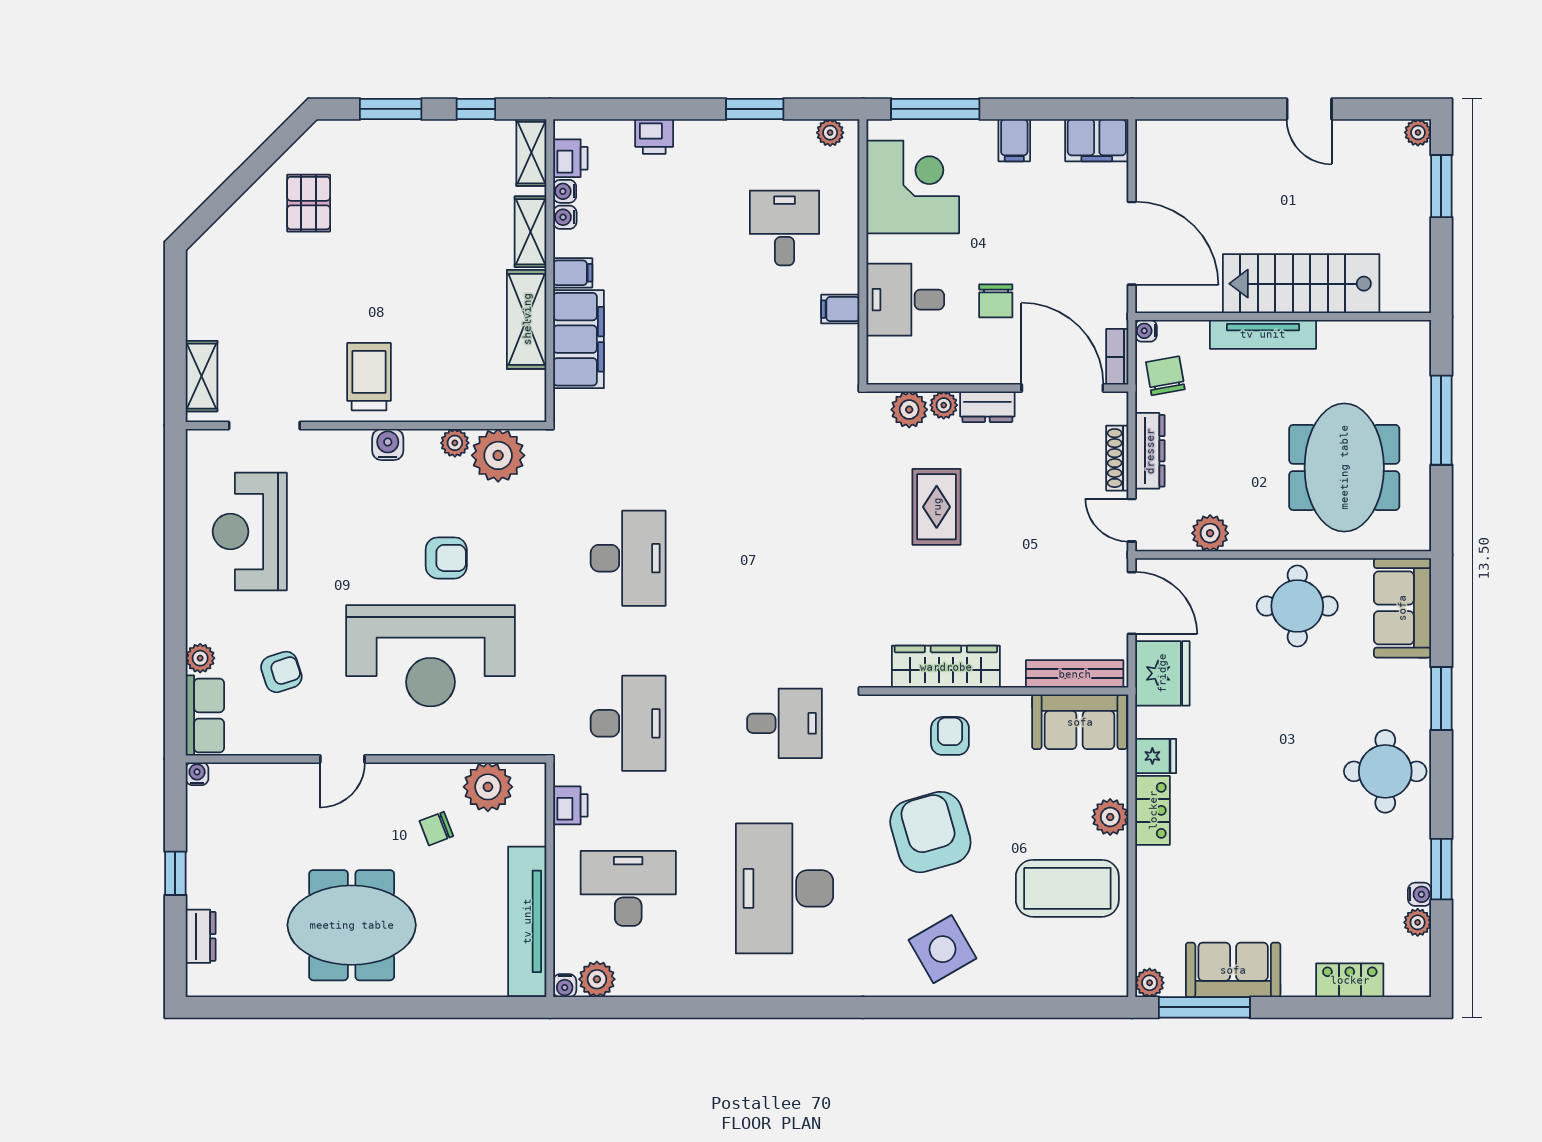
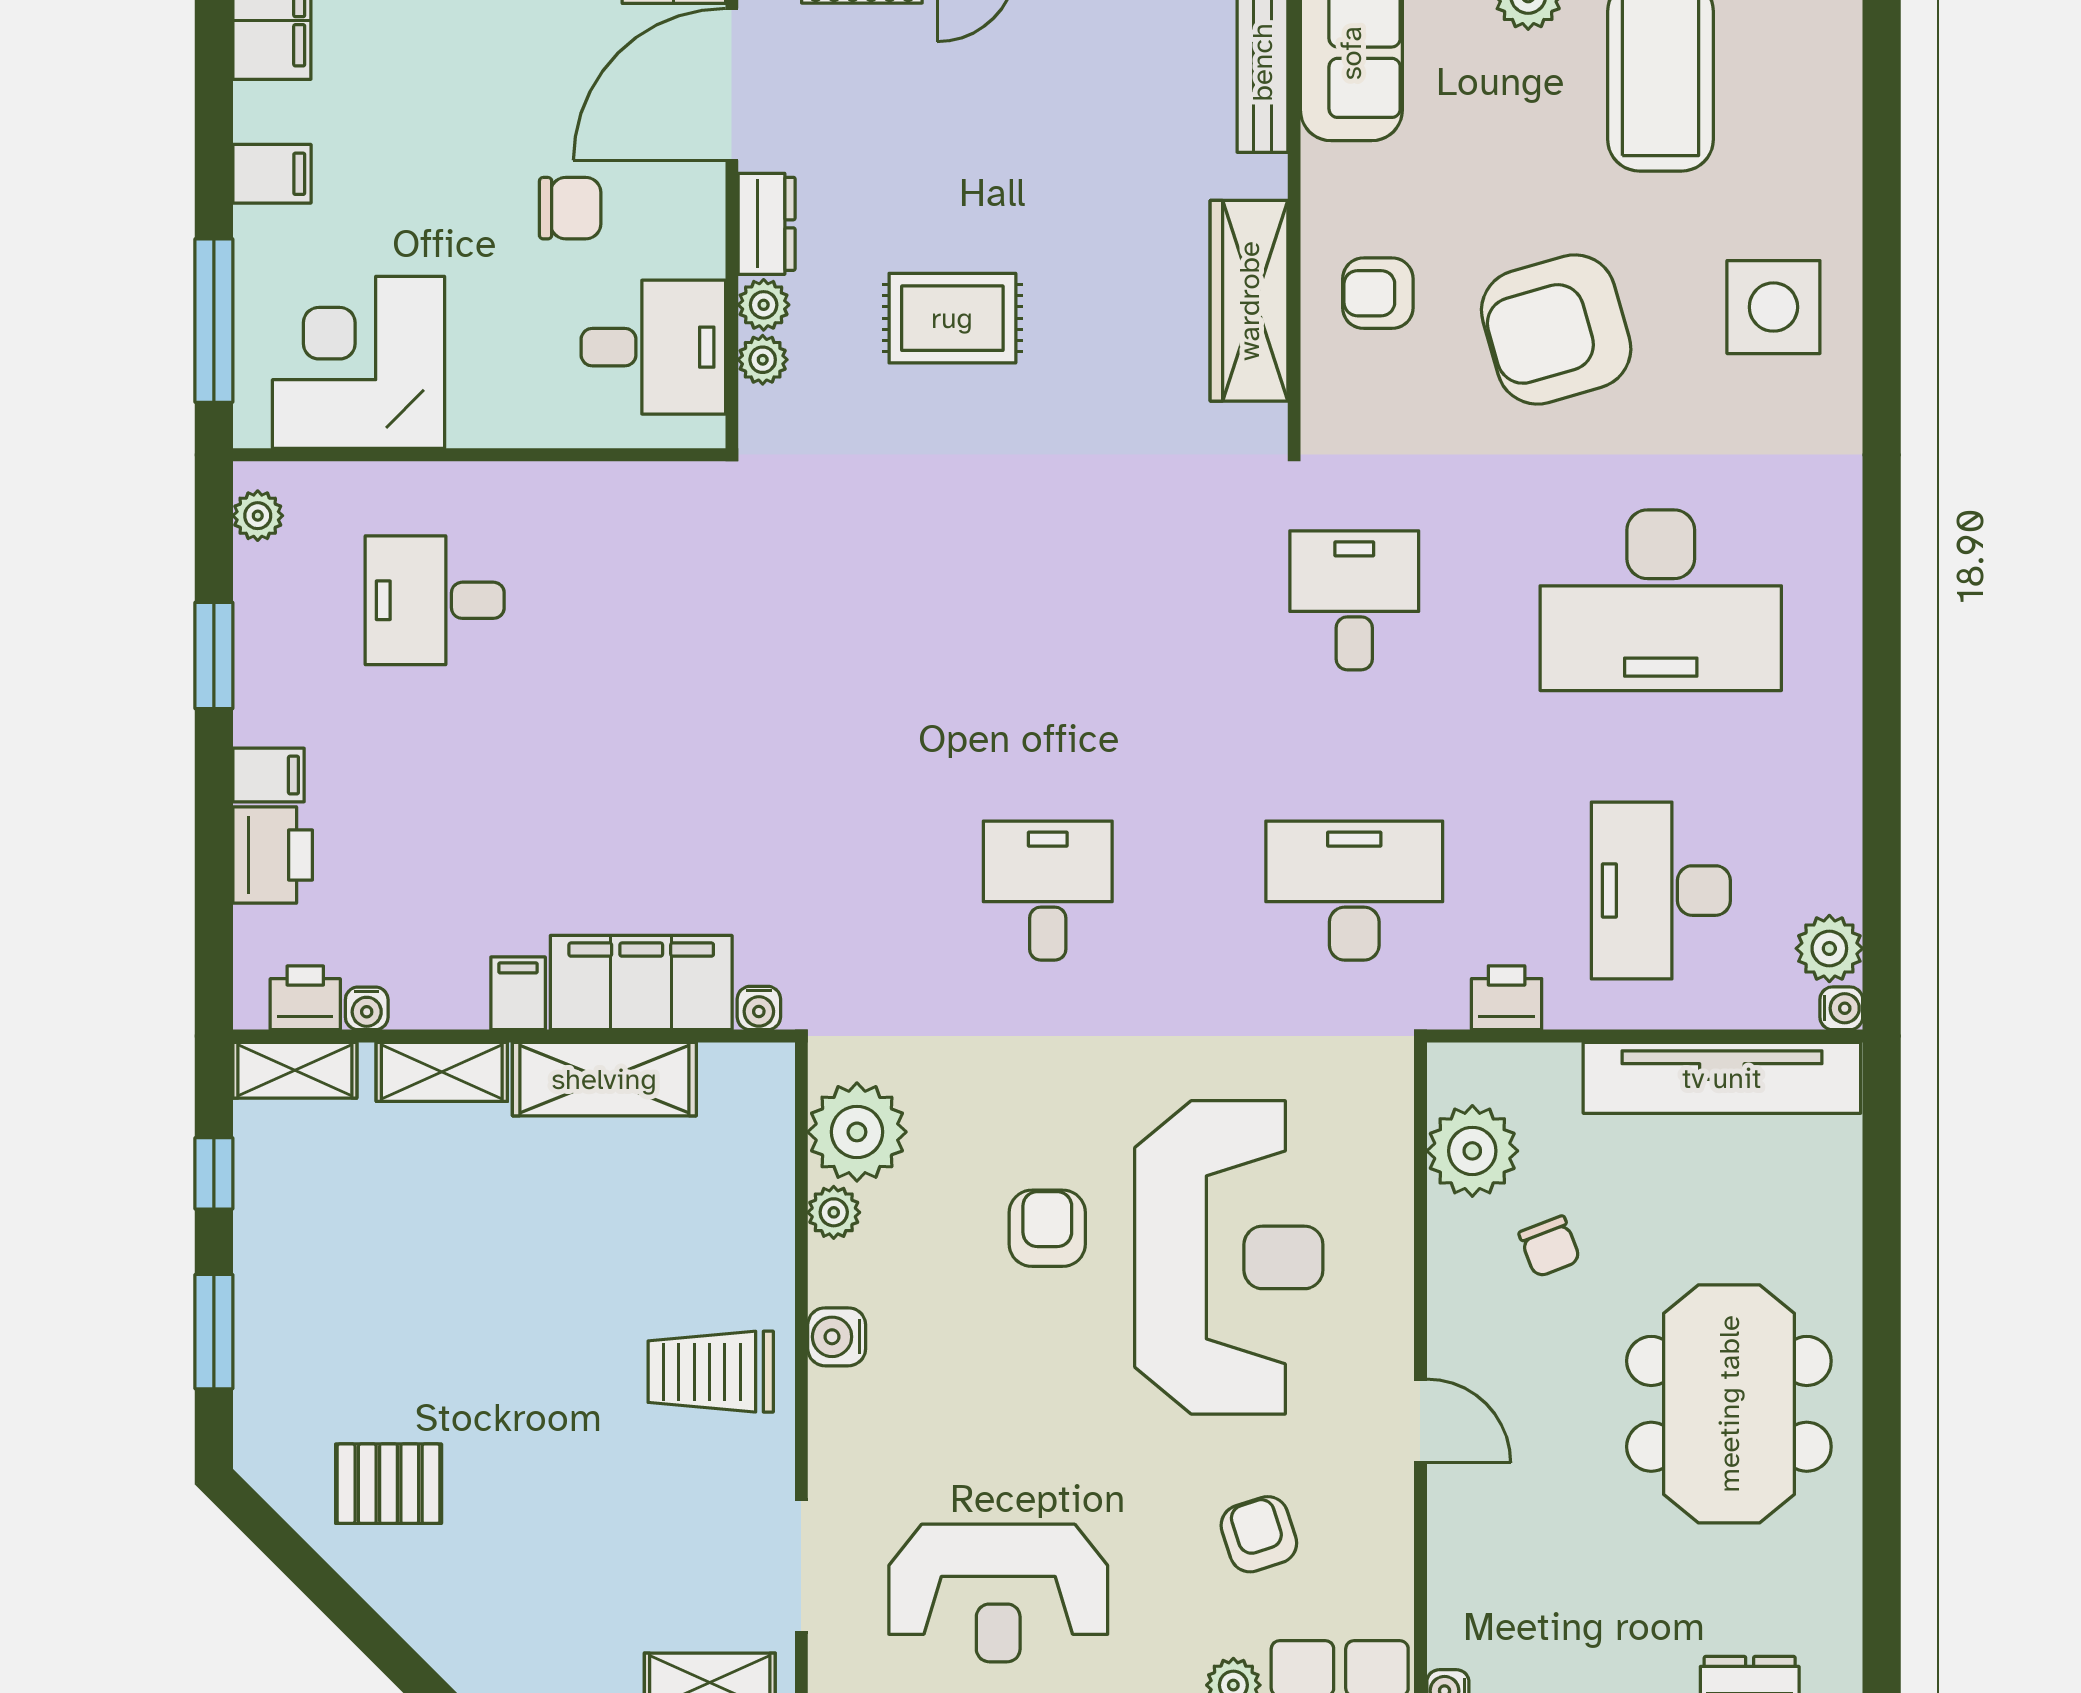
printer: (654, 136) -> (273, 855), width x1.36, depth x1.24
water cooler: (565, 217) -> (759, 1008), moved
desk: (905, 300) -> (653, 347), moved, turned -90
filing cabinet: (840, 309) -> (268, 775), moved, turned -90
plant: (909, 410) -> (763, 360), width x0.73, depth x0.73
desk: (628, 558) -> (1048, 891), width x0.73
side table: (943, 949) -> (1773, 307), turned 30

